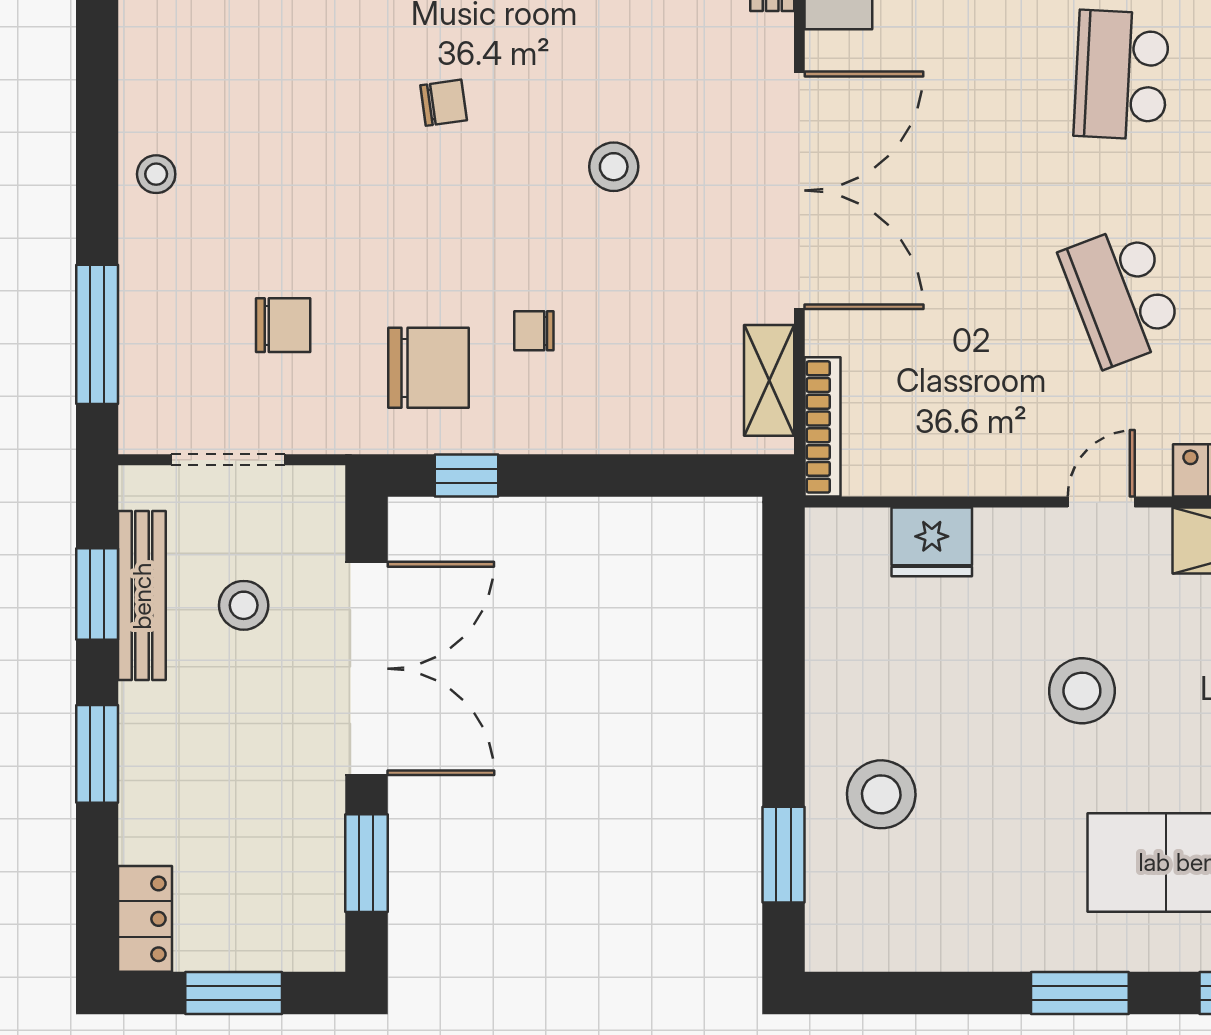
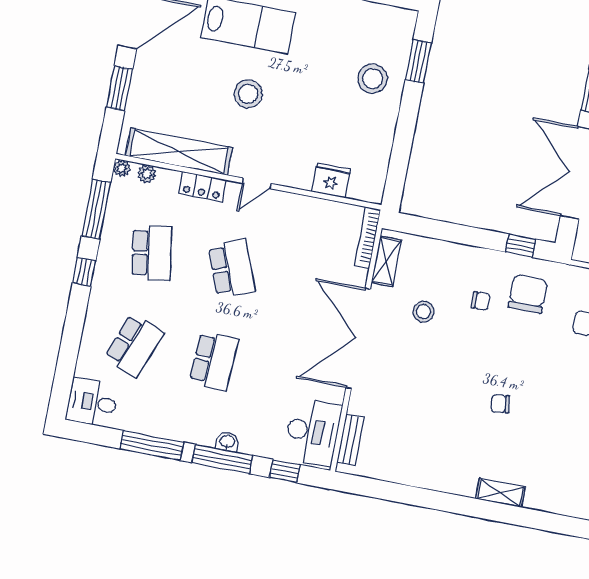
stool: (614, 167) -> (423, 312), moved
chair: (429, 368) -> (528, 294), turned 90
stool: (1082, 691) -> (248, 94), moved

